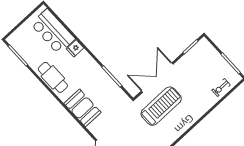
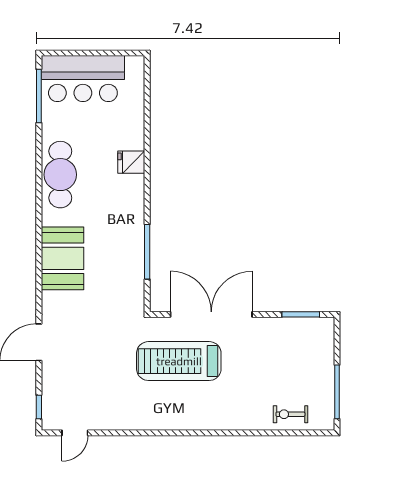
bar counter: (53, 31) -> (83, 79), moved, turned -90
treadmill: (161, 106) -> (179, 361), turned 180

